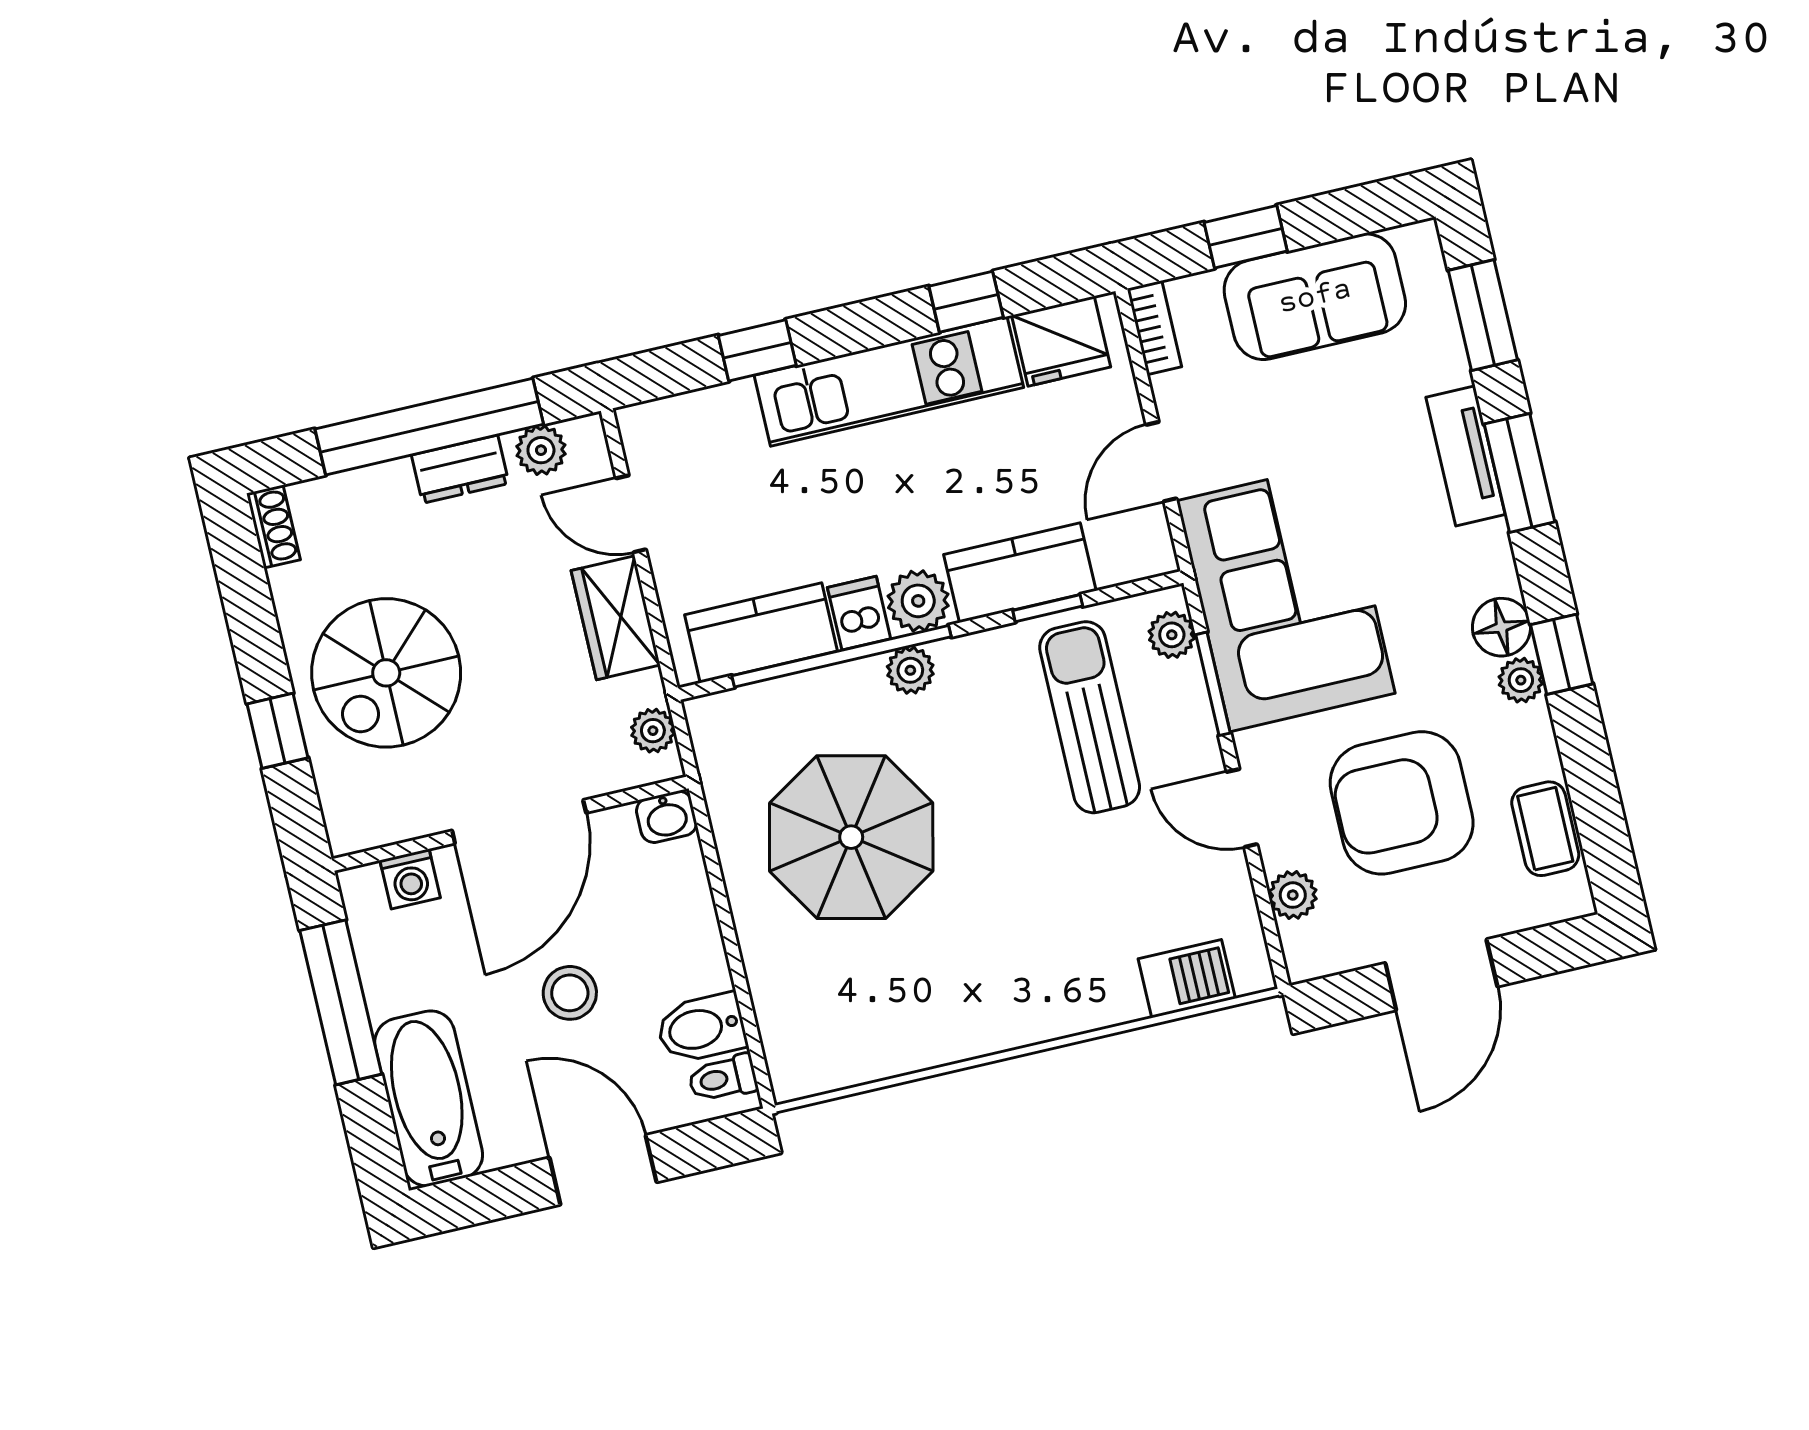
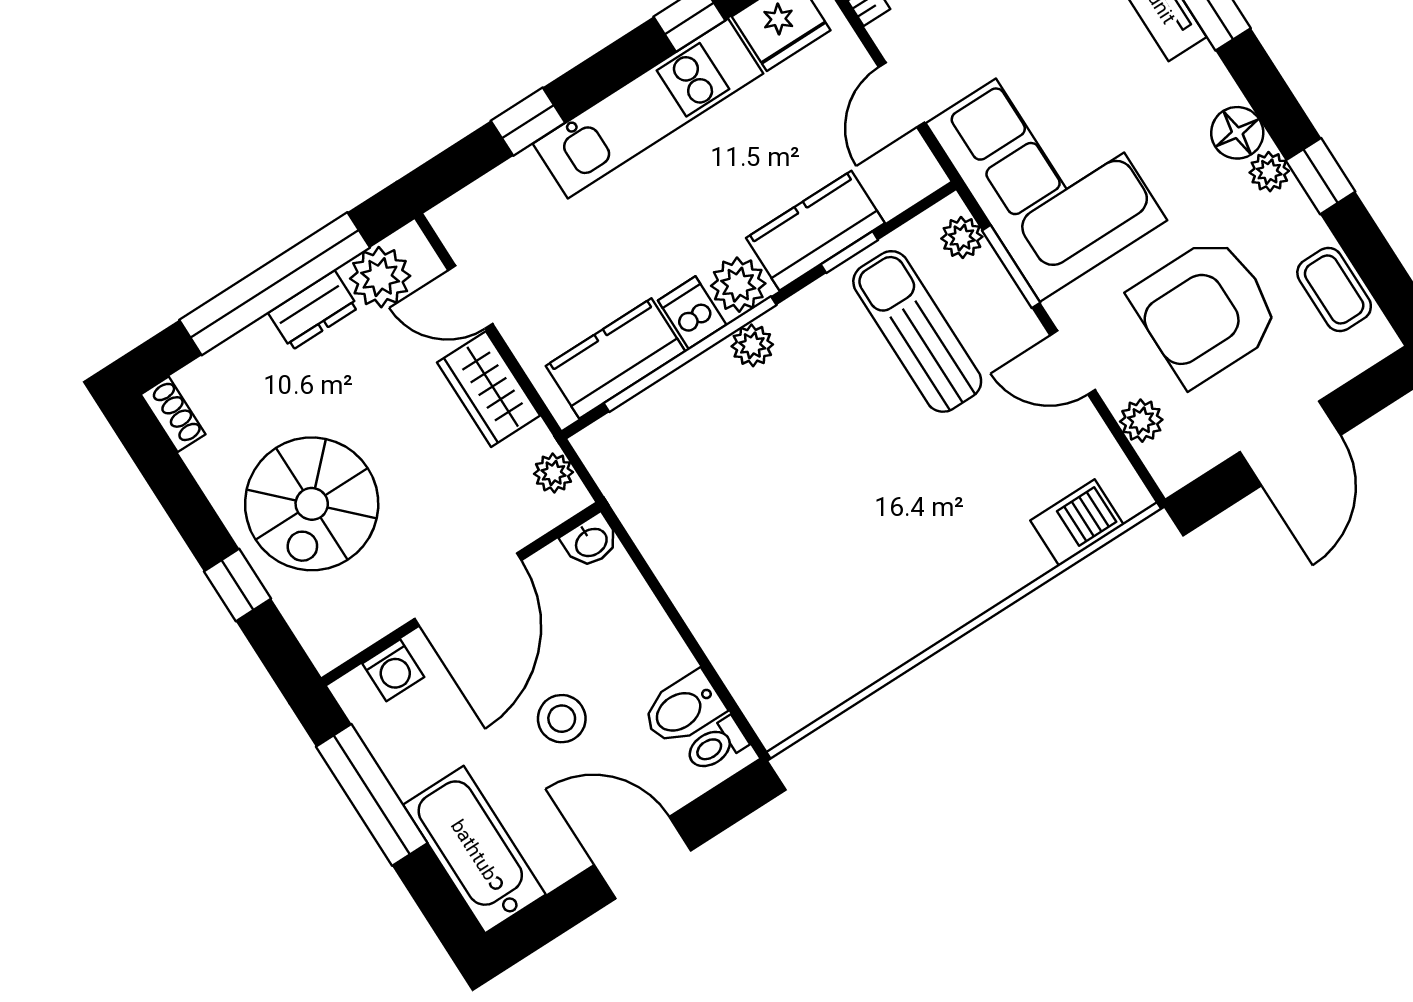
plant: (541, 450) -> (380, 277), width x1.38, depth x1.38
window: (1562, 654) -> (1321, 176), moved
parasol: (851, 837) -> (752, 504), removed

